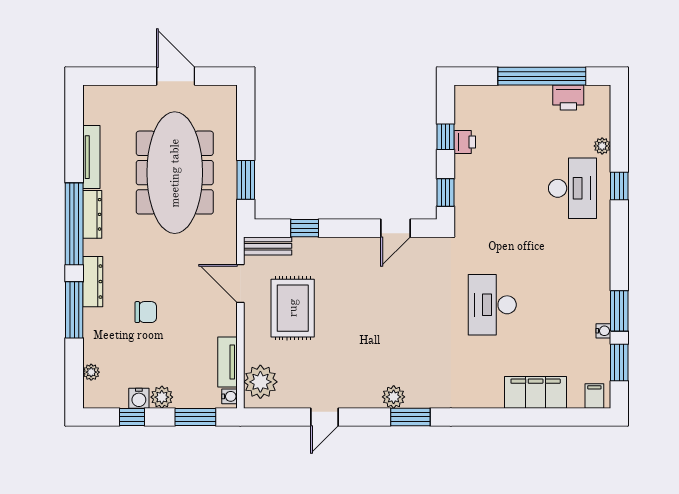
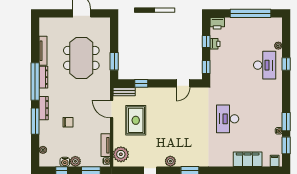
printer: (568, 97) -> (217, 23), moved
meeting table: (175, 173) -> (81, 58), width x0.73
plant: (394, 397) -> (170, 161), moved

